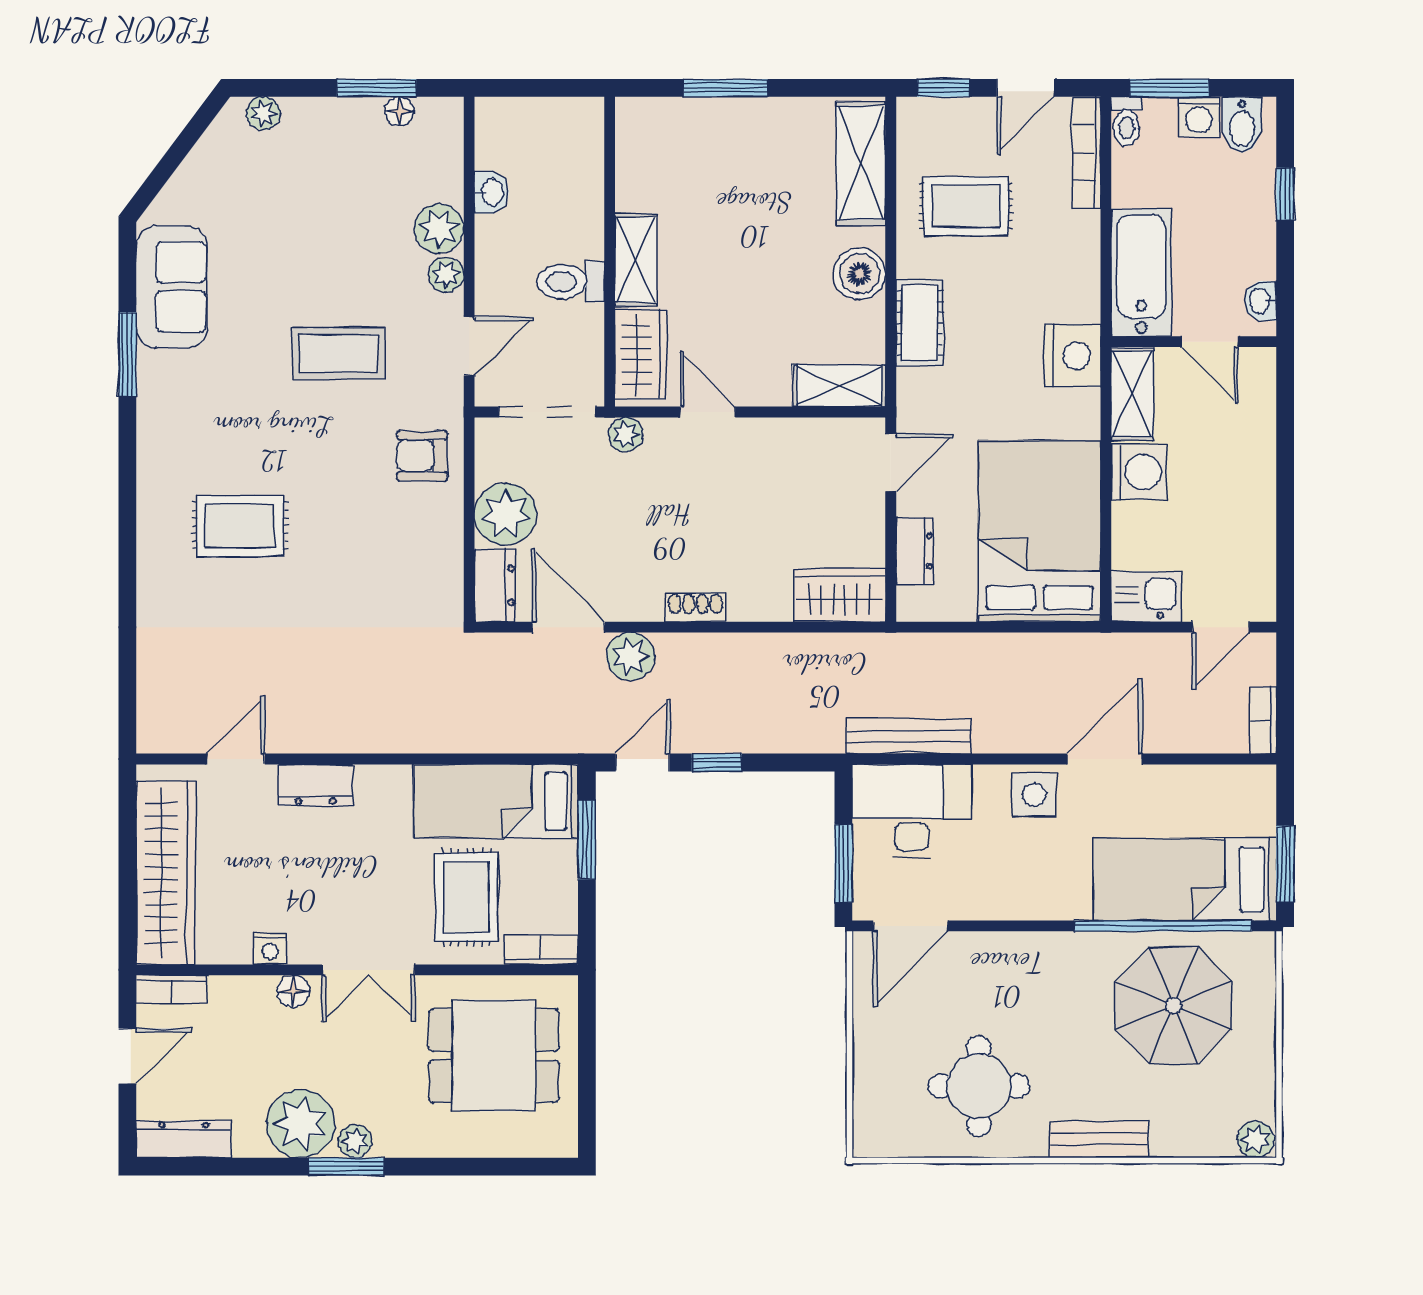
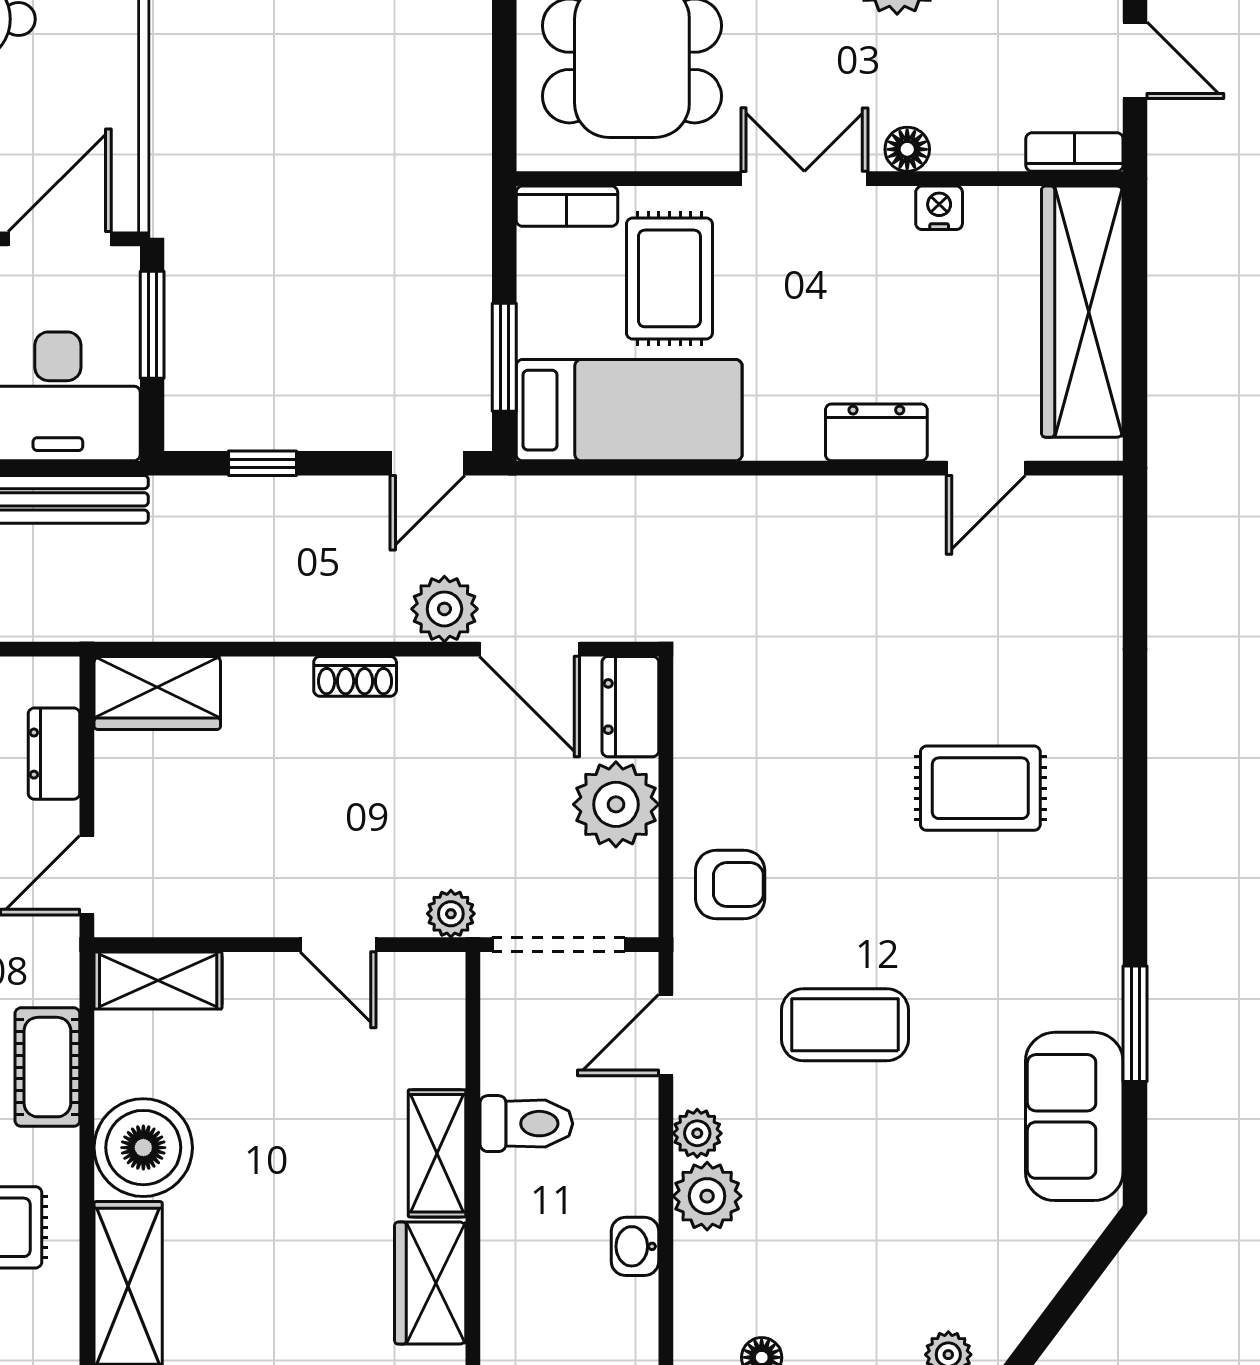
boiler: (859, 274) -> (143, 1148), width x1.37, depth x1.37
wardrobe: (641, 354) -> (430, 1283), moved
window: (717, 763) -> (262, 463), moved
door: (127, 1056) -> (1135, 60), swing flipped

